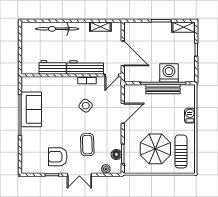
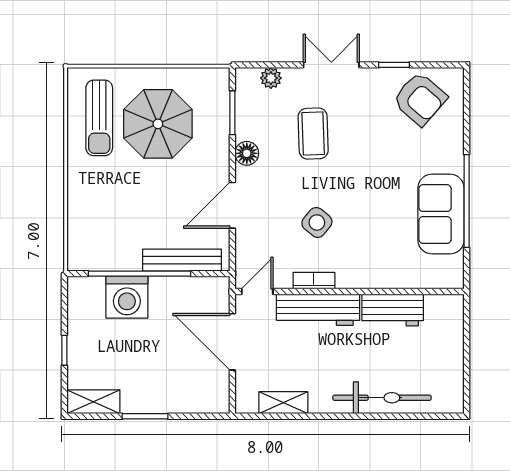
bench: (163, 89) -> (182, 260), moved
barbecue: (190, 116) -> (79, 199), removed
floor lamp: (116, 154) -> (247, 153), moved
armchair: (58, 157) -> (420, 99), moved, turned 41

